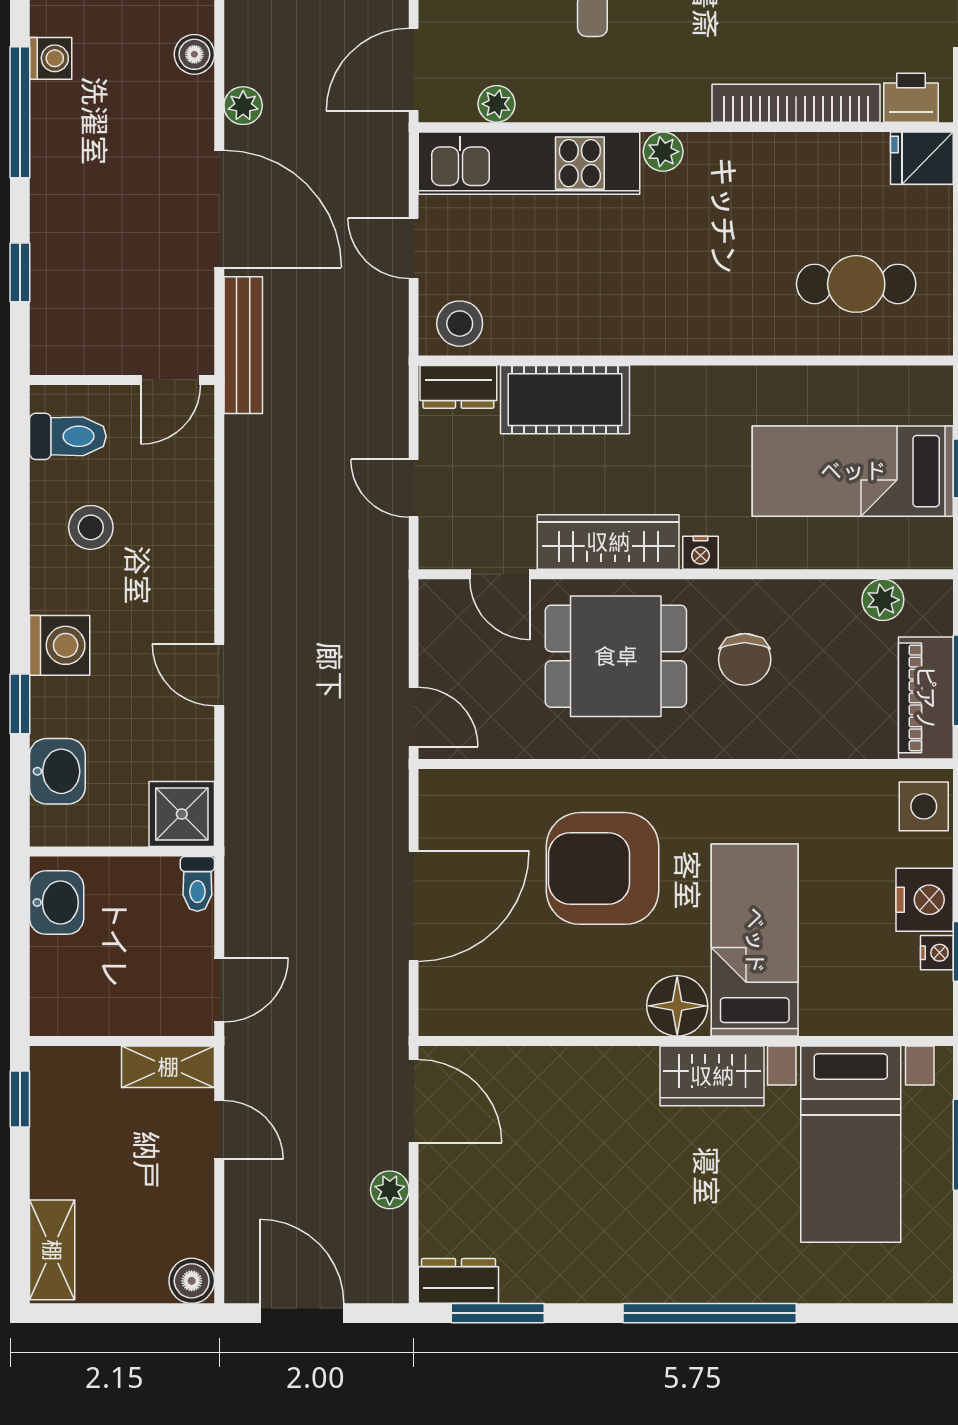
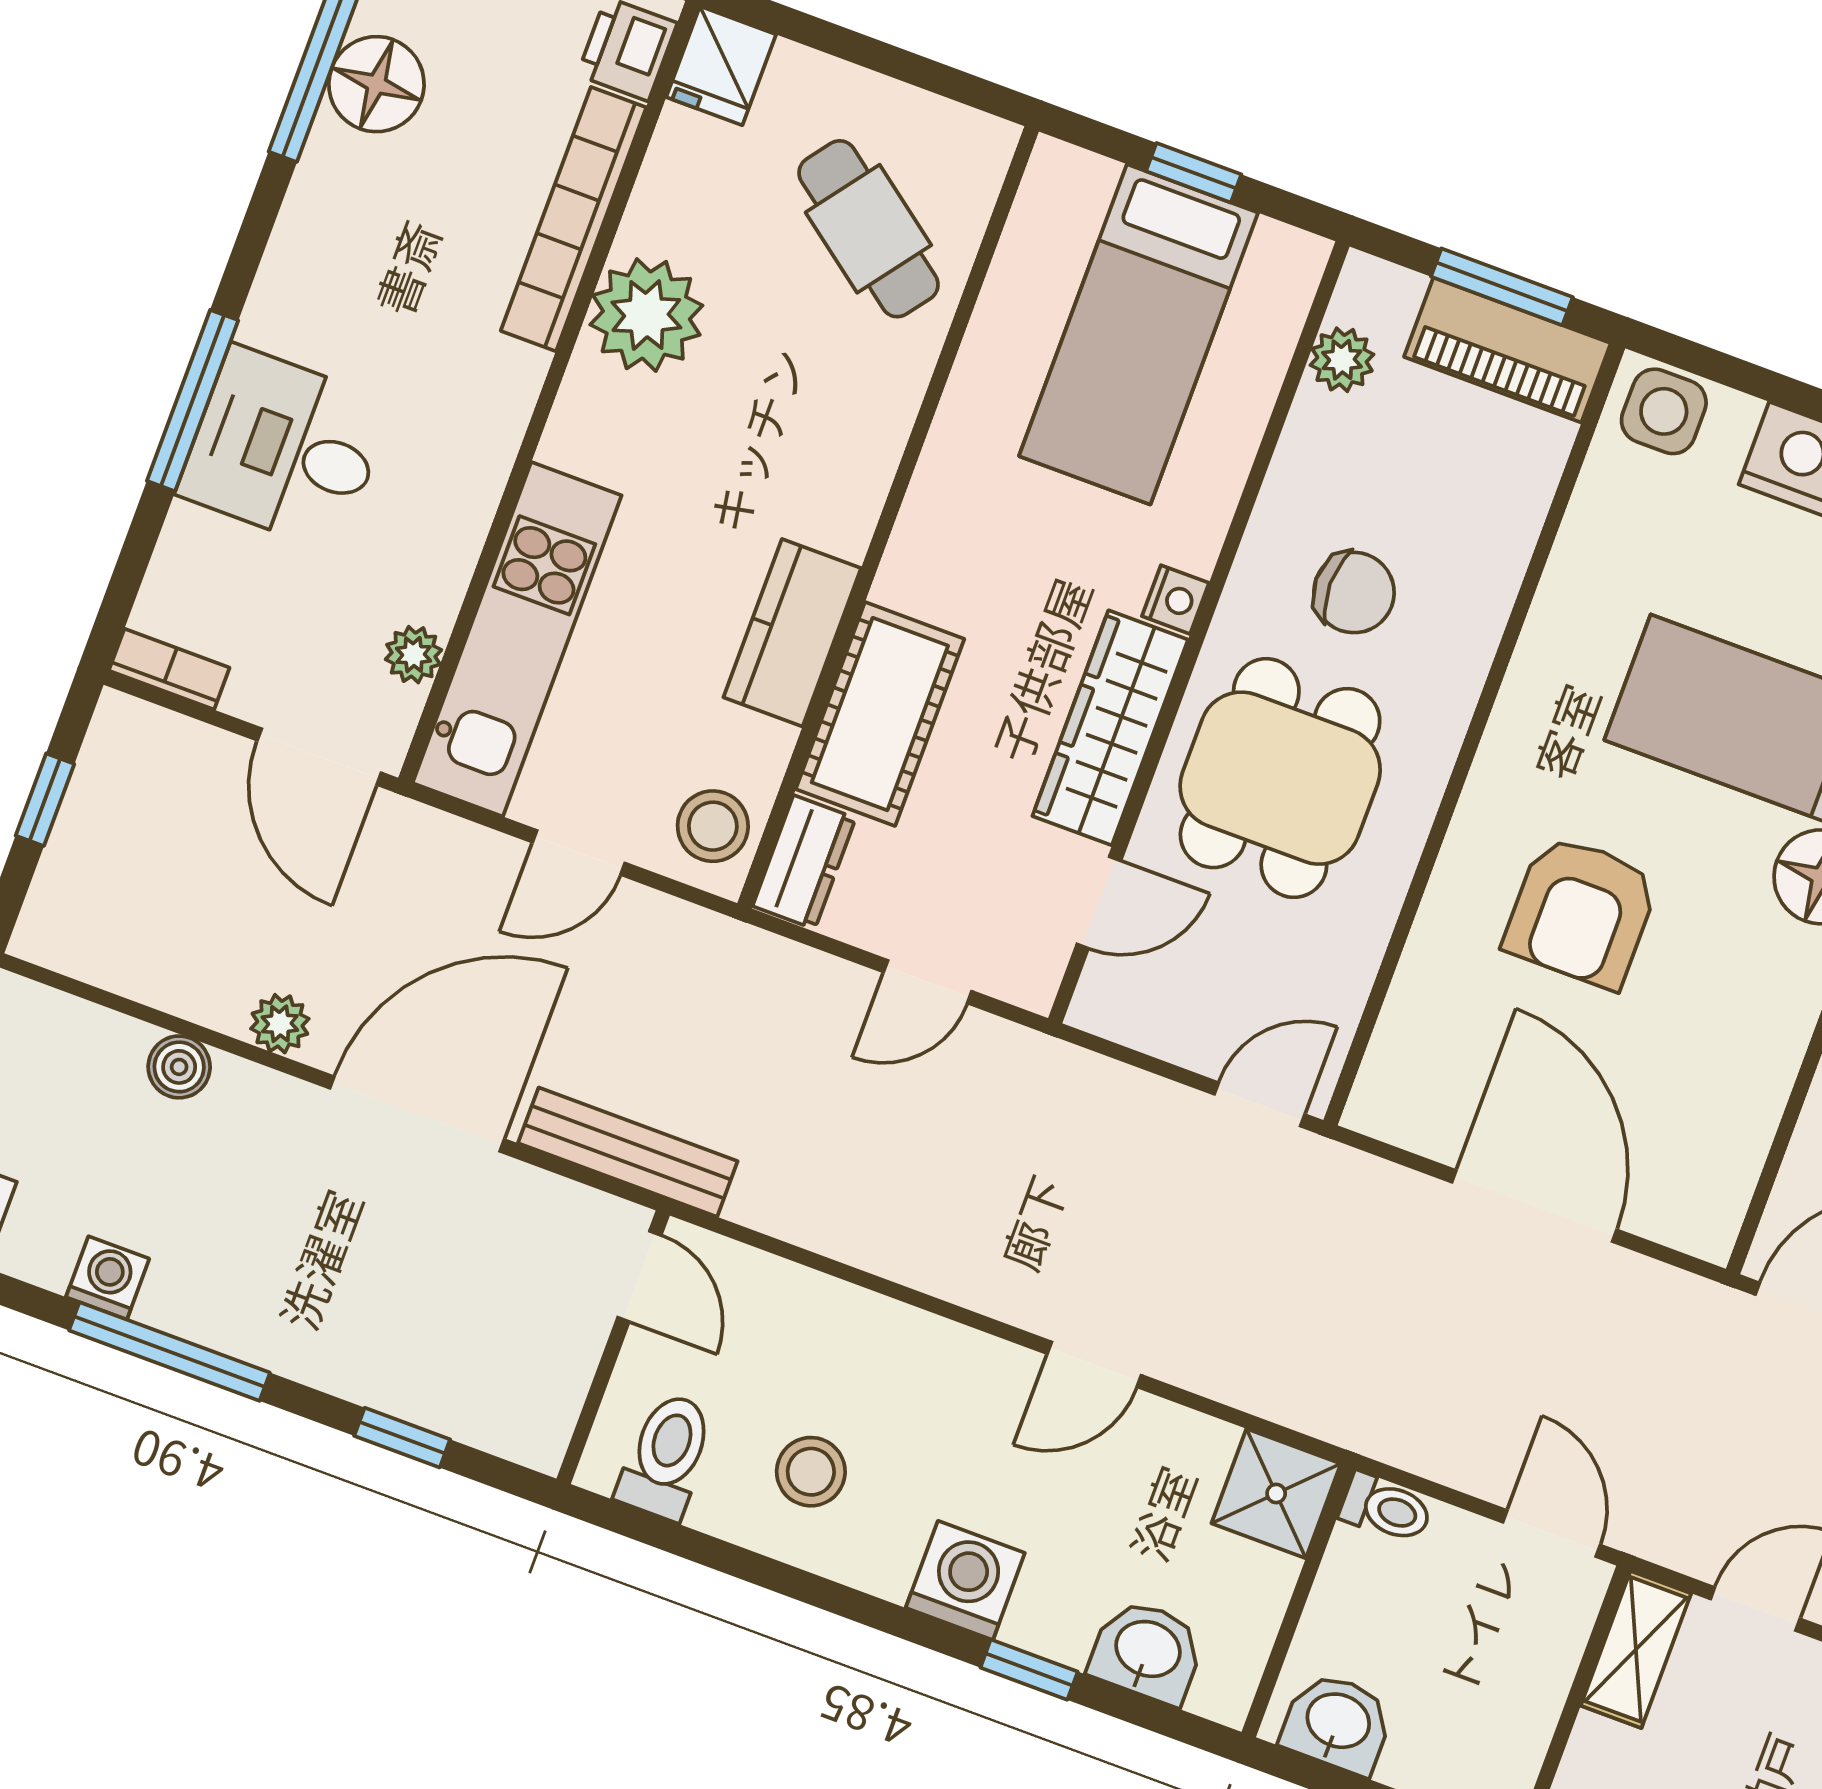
plant: (663, 152) -> (646, 315), moved, width x1.88, depth x1.88
cafe table: (856, 284) -> (868, 229), turned -53
kitchen counter: (595, 328) -> (792, 633), added
armchair: (602, 868) -> (1581, 912), width x0.73, depth x0.73

